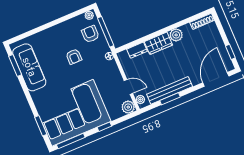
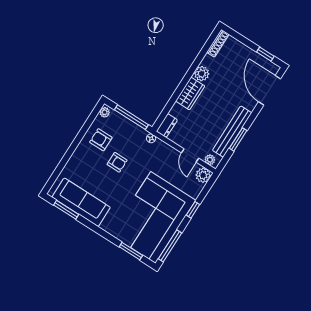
armchair: (90, 34) -> (101, 140), moved
dresser: (137, 50) -> (167, 126), moved
door: (128, 87) -> (190, 155), swing flipped

